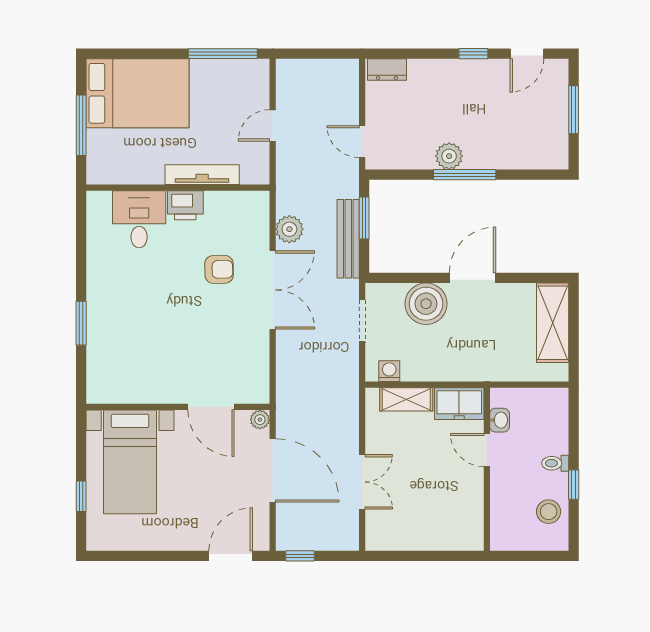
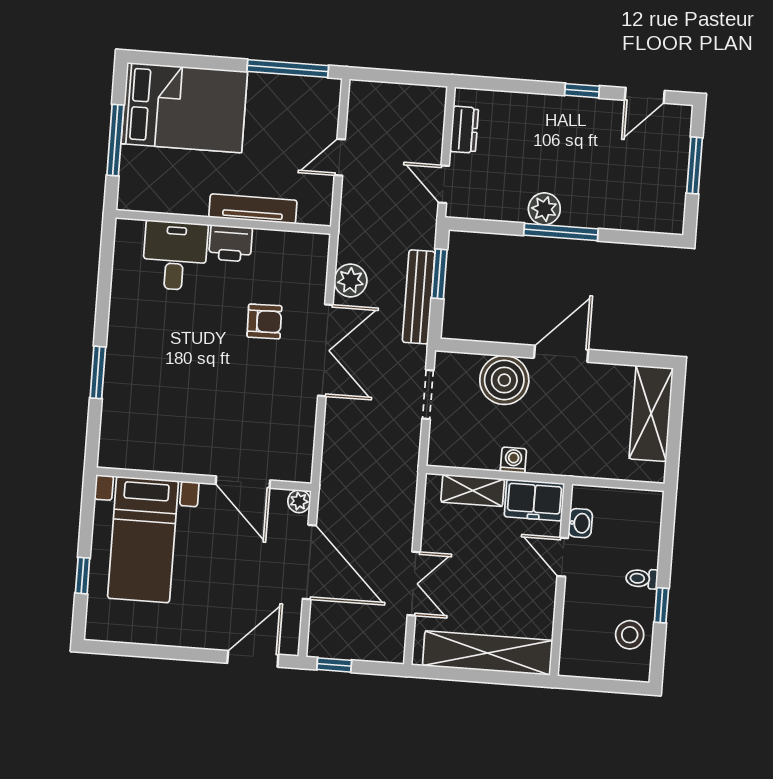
dresser: (387, 69) -> (464, 130), moved, turned -90
washing machine: (389, 371) -> (513, 460), moved
shelving: (429, 536) -> (488, 653), added

